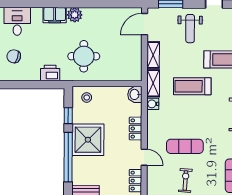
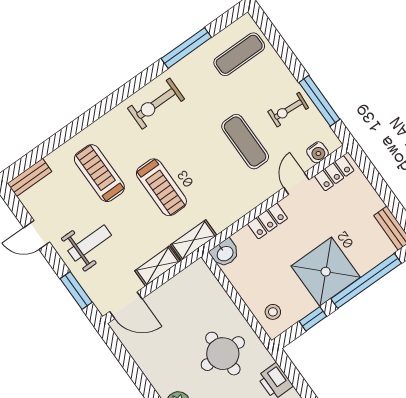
water cooler: (153, 104) -> (318, 152), moved

